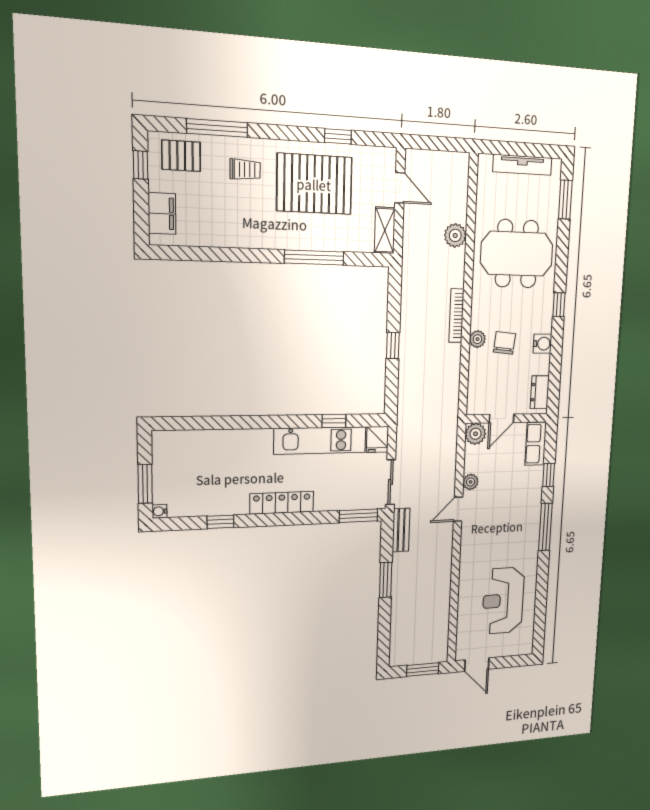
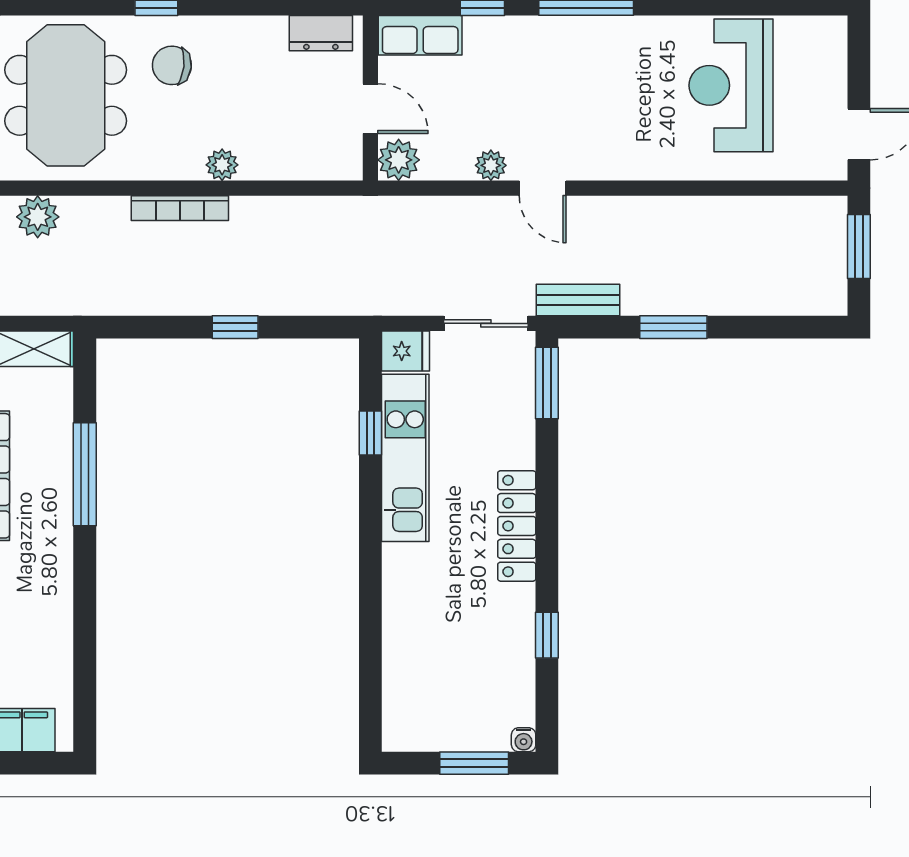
chair: (504, 343) -> (172, 65), moved
water cooler: (542, 344) -> (229, 33), removed
reception desk: (503, 601) -> (731, 85), turned 90

